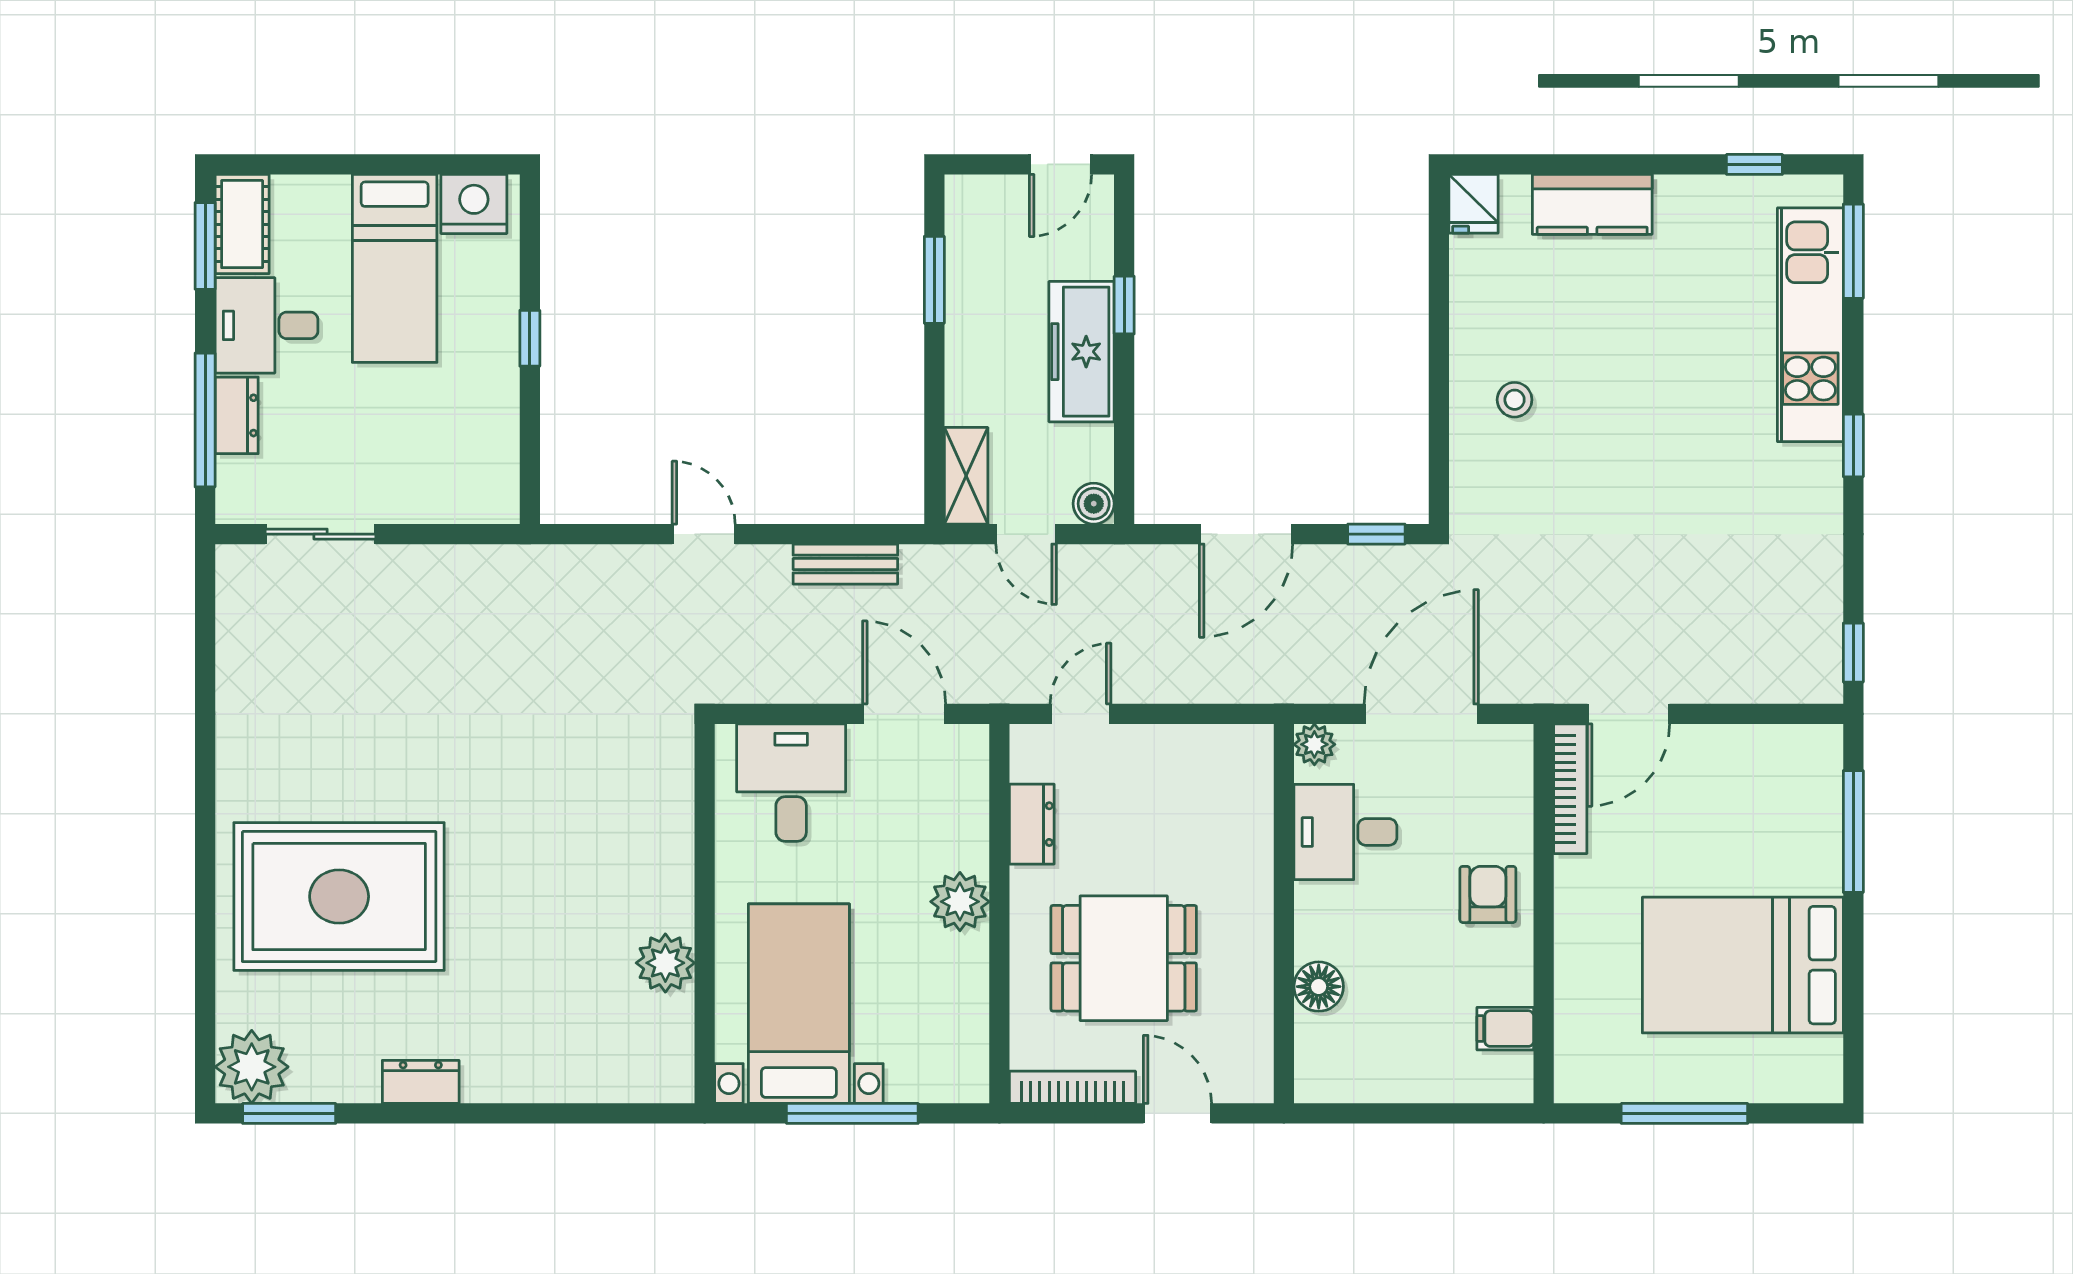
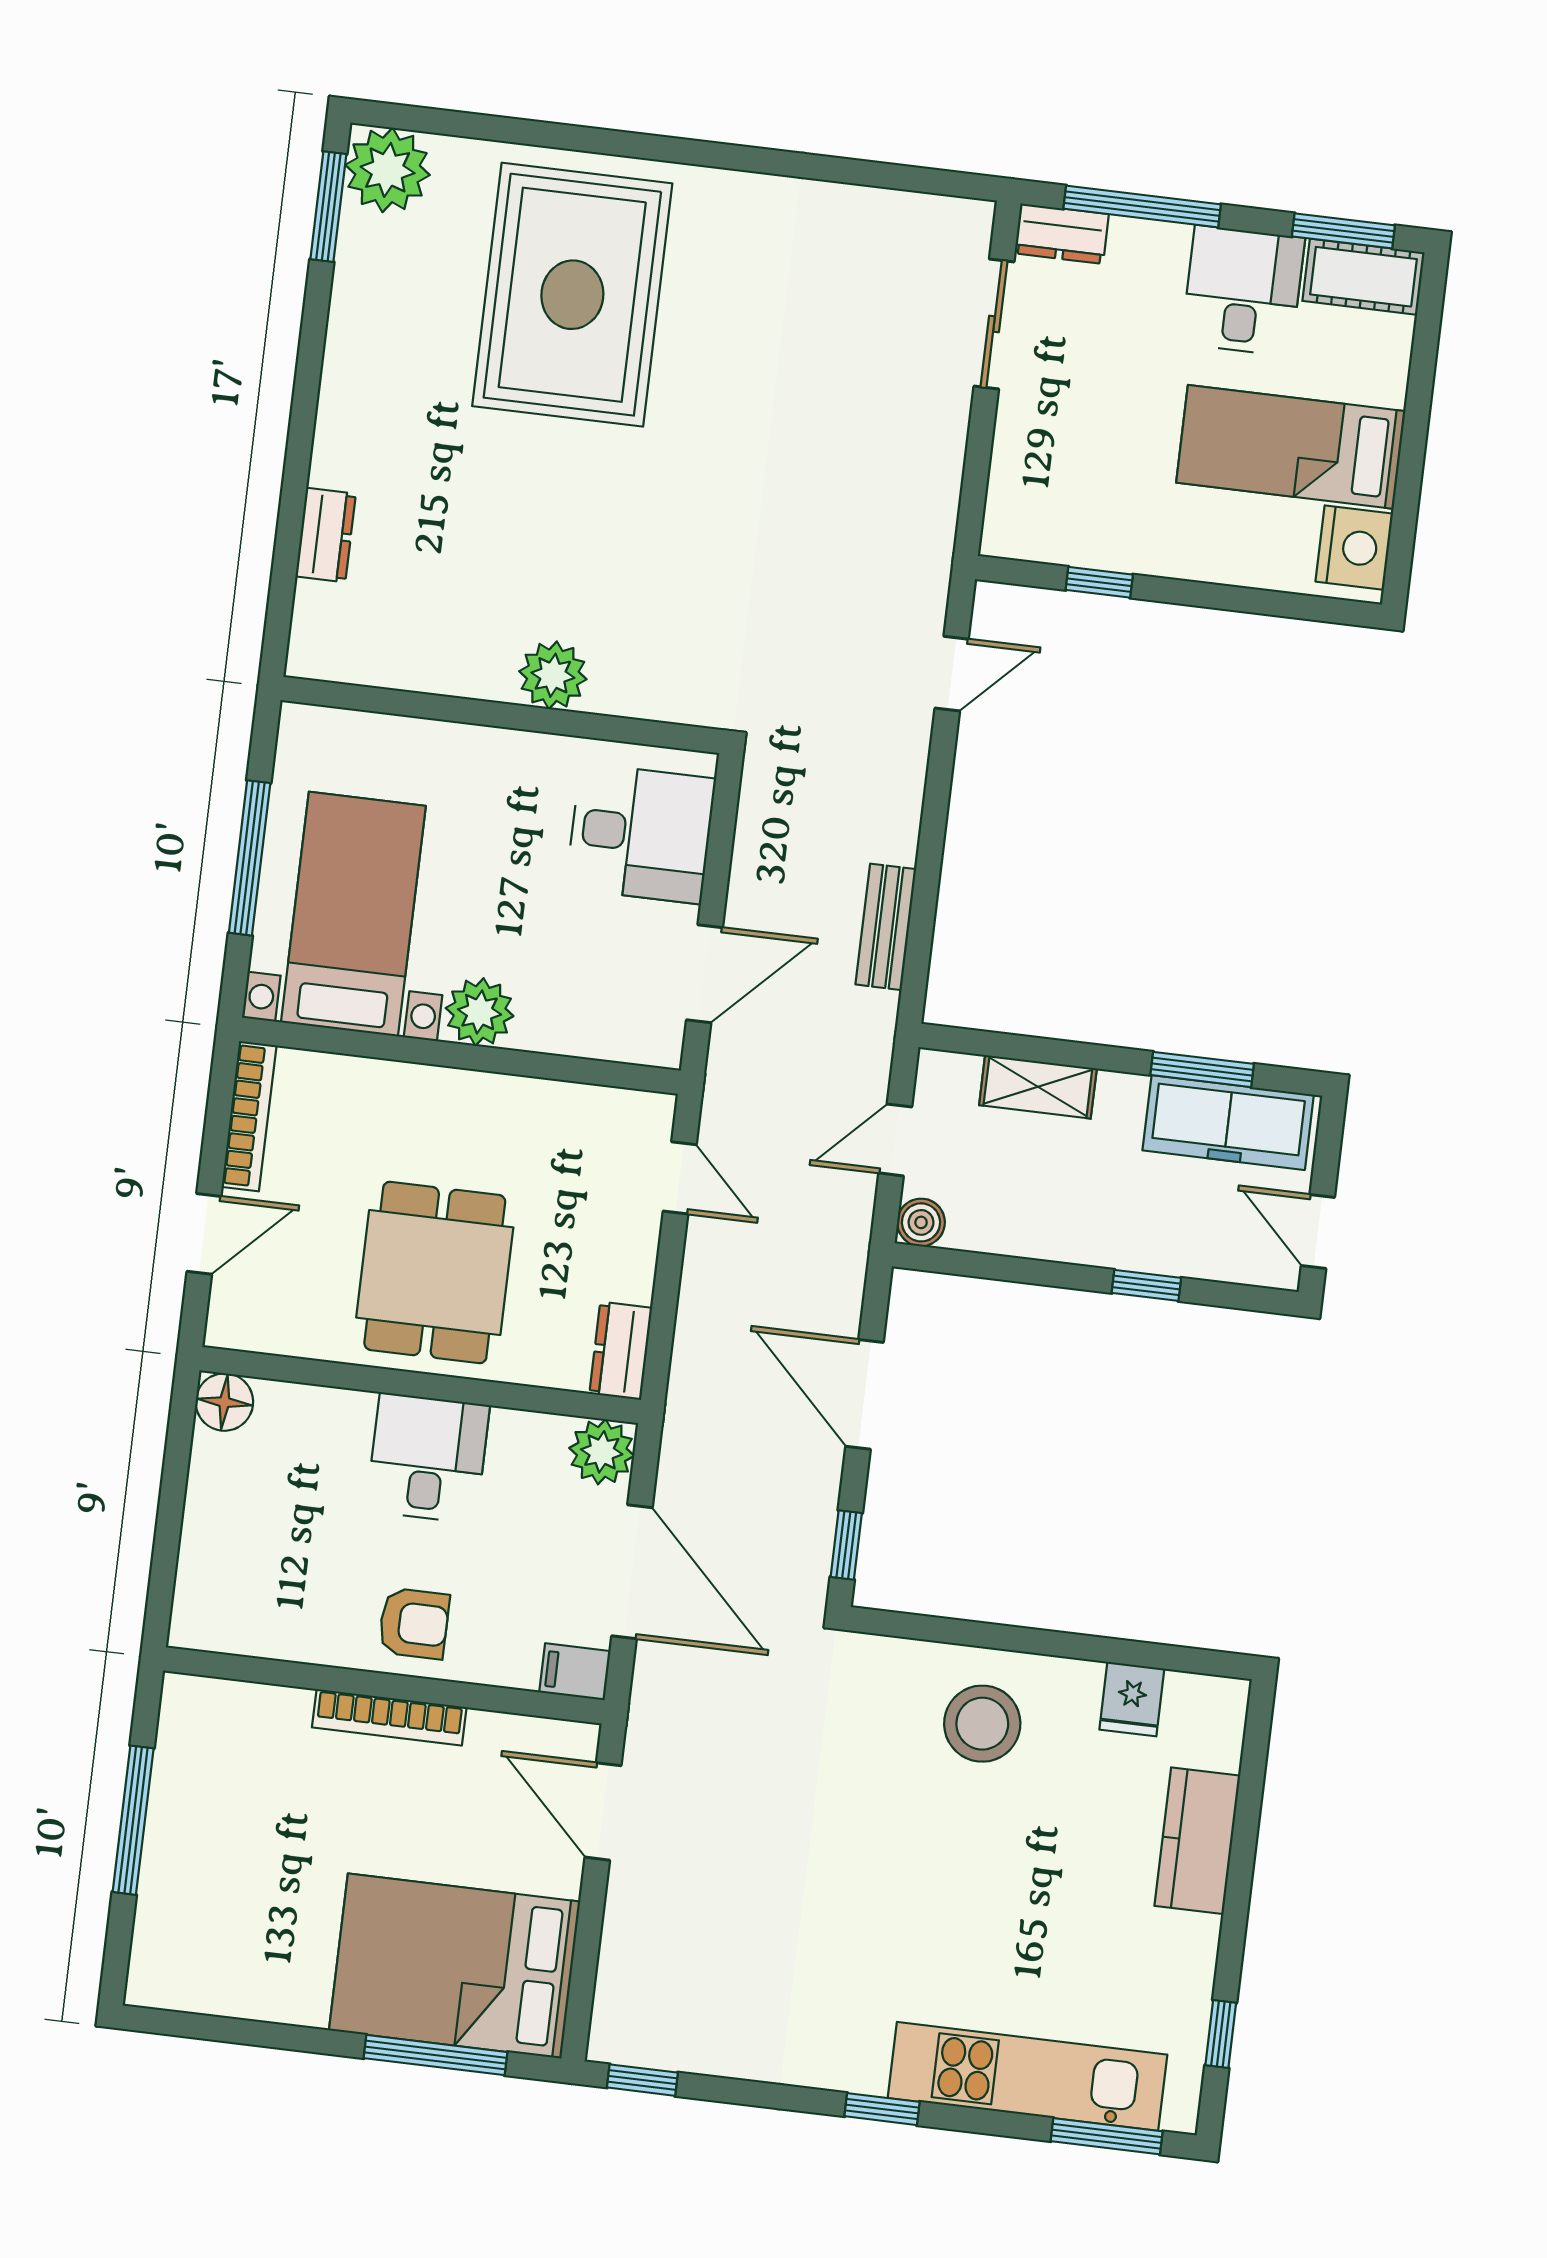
fridge: (1473, 204) -> (1132, 1699), moved, turned -90
window: (530, 338) -> (1099, 582), moved
freezer: (1082, 352) -> (1228, 1123), moved, turned 180
stool: (1515, 400) -> (982, 1724), width x1.89, depth x1.89
dresser: (237, 415) -> (1062, 234), moved
shelving: (966, 476) -> (1038, 1087), moved
door: (704, 534) -> (952, 674), moved
plant: (1314, 744) -> (602, 1452), width x1.38, depth x1.38
bookcase: (1570, 789) -> (389, 1717), moved
dresser: (1032, 824) -> (621, 1351), moved, turned 90
desk: (1345, 832) -> (428, 1458), moved
dining table: (1124, 958) -> (435, 1273), moved
plant: (665, 963) -> (553, 675), moved
bed: (1743, 965) -> (455, 1966), moved, turned -90
floor lamp: (1319, 987) -> (224, 1402), moved
bed with nightstands: (799, 1004) -> (353, 914), moved, turned -90
filing cabinet: (1505, 1029) -> (575, 1672), moved, turned -90
dresser: (421, 1082) -> (326, 535), moved

